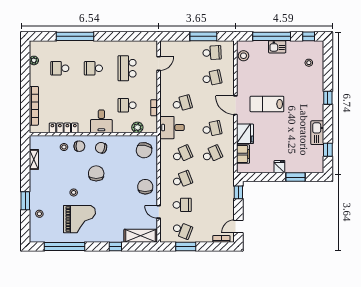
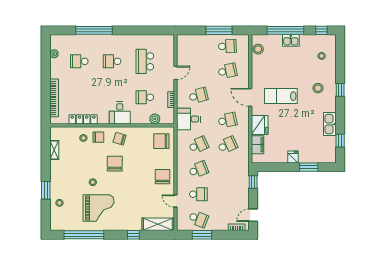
door: (159, 64) -> (176, 73), moved
stool: (305, 96) -> (318, 88), added
chair: (144, 150) -> (161, 141), turned 79

